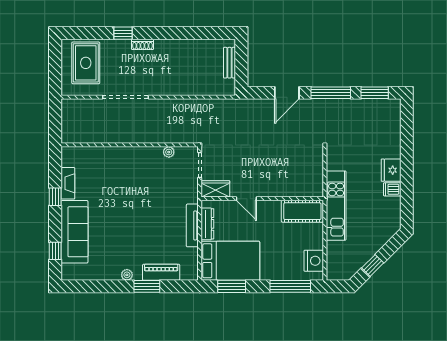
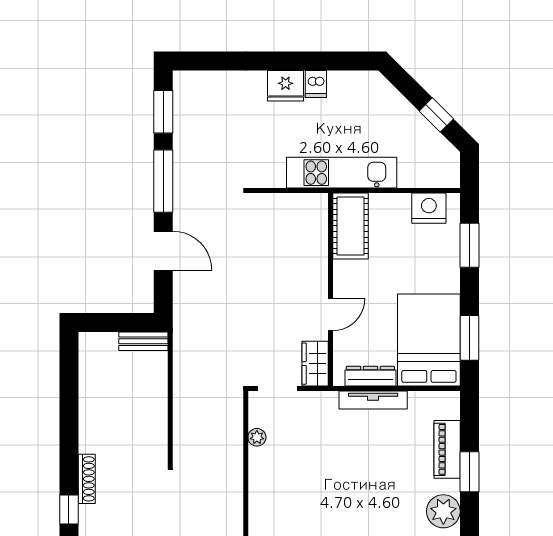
shoe rack: (142, 44) -> (87, 479), width x1.43
bench: (229, 63) -> (143, 341), moved
plant: (127, 275) -> (443, 511), width x1.88, depth x1.88
window: (290, 286) -> (469, 245), width x0.69

